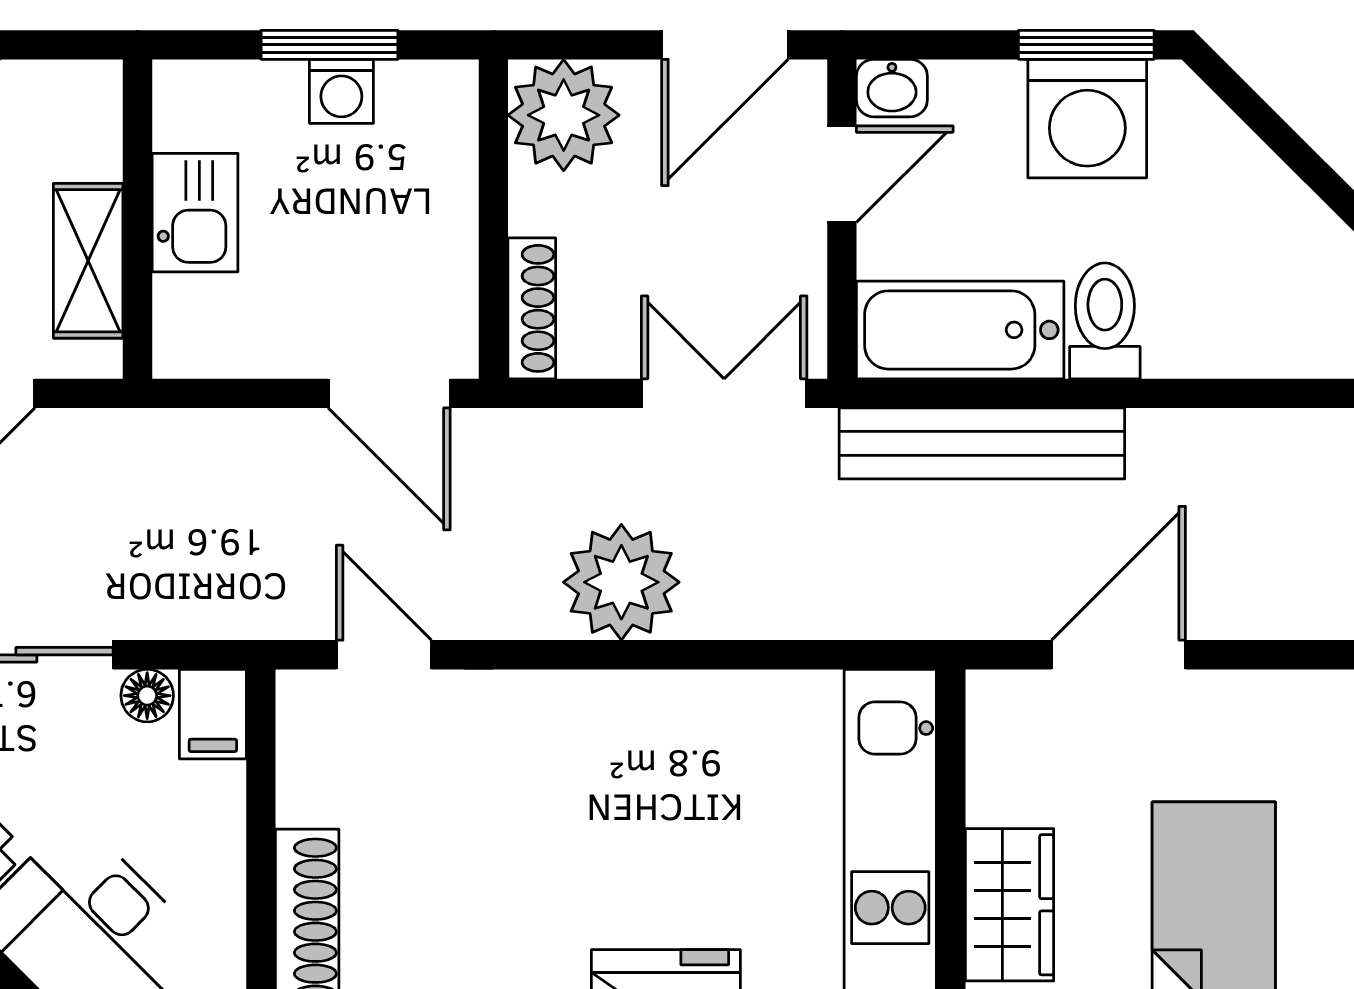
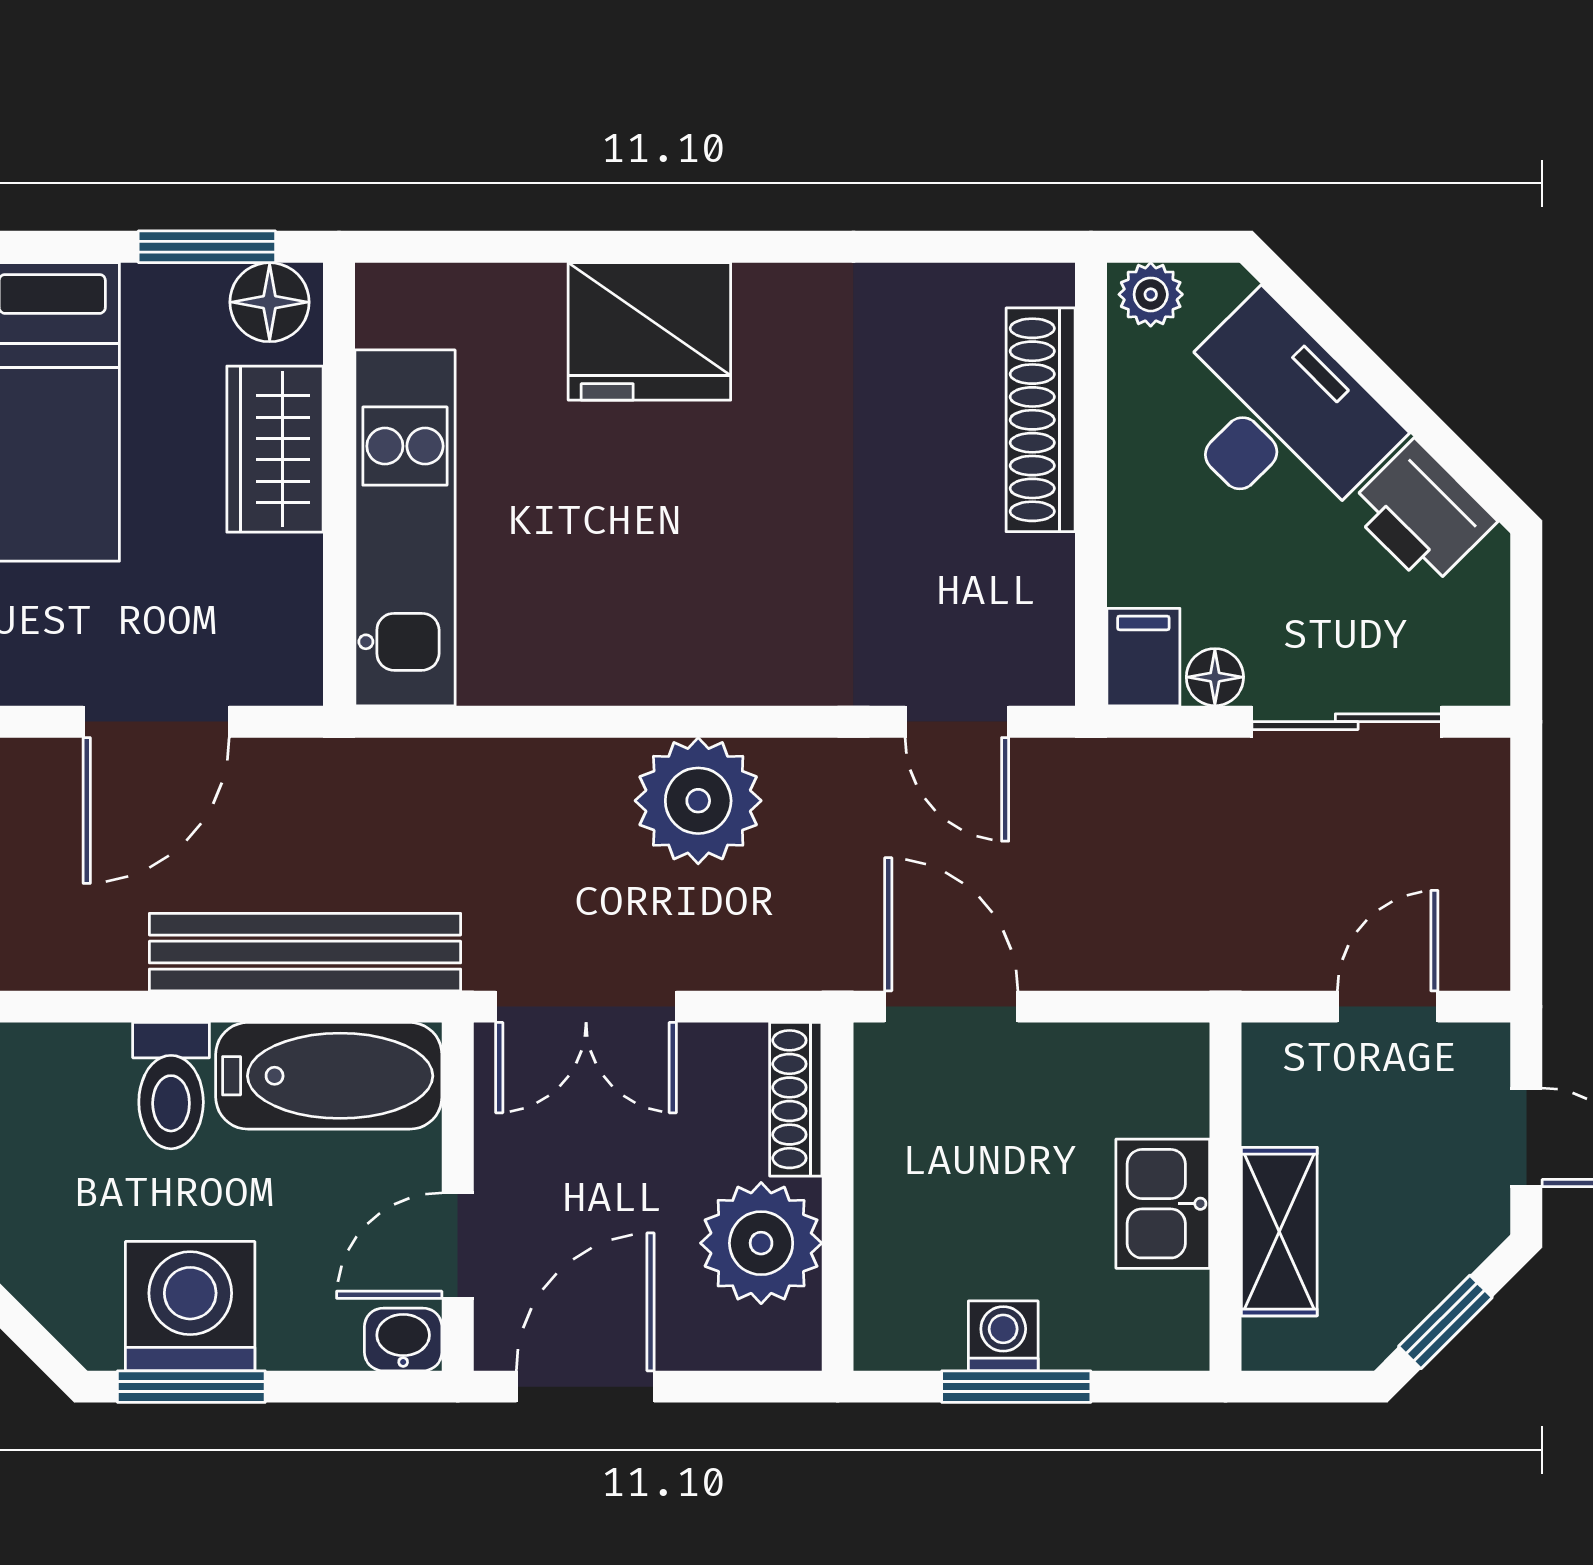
plant: (564, 115) -> (761, 1243), moved
shelving: (88, 261) -> (1279, 1232), moved

